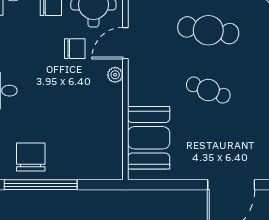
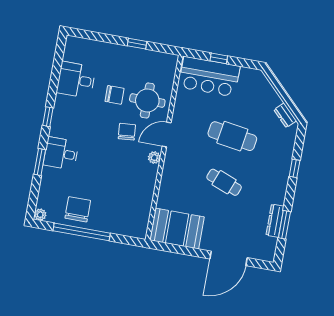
chair: (75, 49) -> (127, 132), turned -95
booth: (149, 138) -> (177, 229), moved, turned 90

